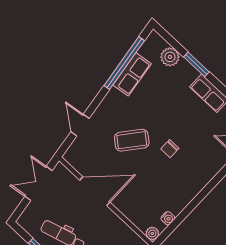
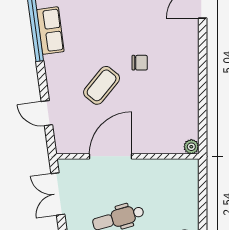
chair: (170, 149) -> (140, 63), turned -90
water cooler: (168, 218) -> (192, 122), removed

